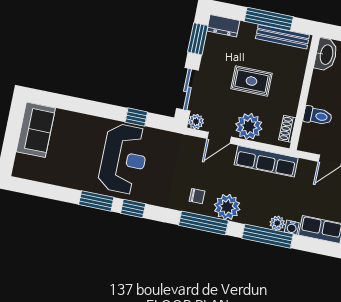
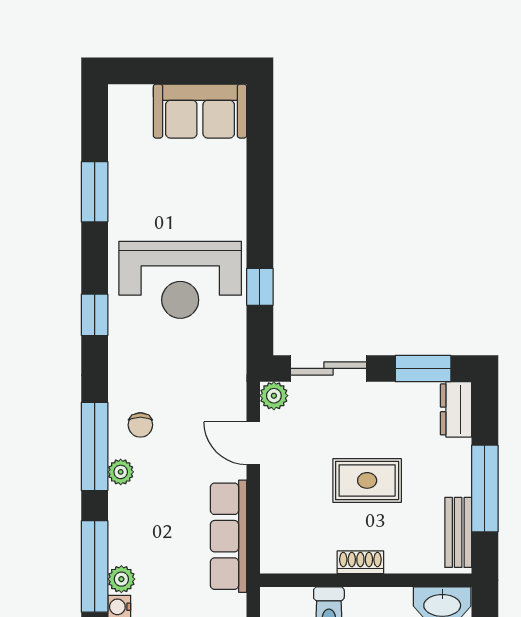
bench: (282, 37) -> (458, 532), width x0.73
rug: (252, 81) -> (367, 480), turned 90
plant: (249, 126) -> (285, 493), removed
shoe rack: (287, 129) -> (360, 562), moved
window: (96, 201) -> (95, 192), moved
plant: (227, 207) -> (121, 472), width x0.53, depth x0.53

